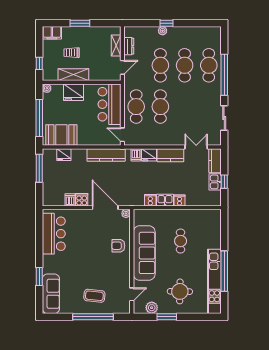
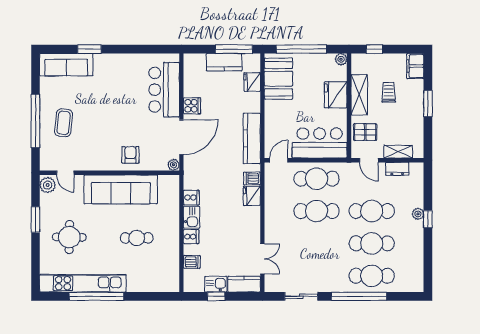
pallet: (101, 70) -> (365, 132), added
kitchen counter: (170, 155) -> (224, 62), moved, turned -90
dishwasher: (70, 200) -> (192, 262), moved
bar counter: (54, 234) -> (164, 90), moved, turned 90
plant: (152, 308) -> (48, 185), moved

